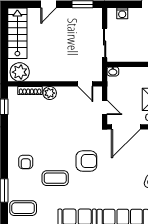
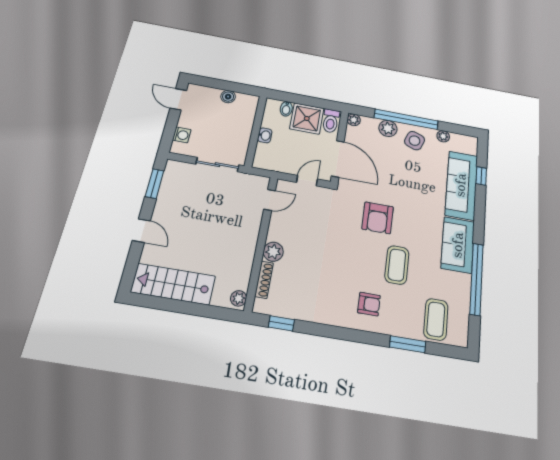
washbasin: (113, 71) -> (265, 135), moved
plant: (20, 72) -> (239, 298), width x0.53, depth x0.53
armchair: (86, 161) -> (378, 218), turned 180

